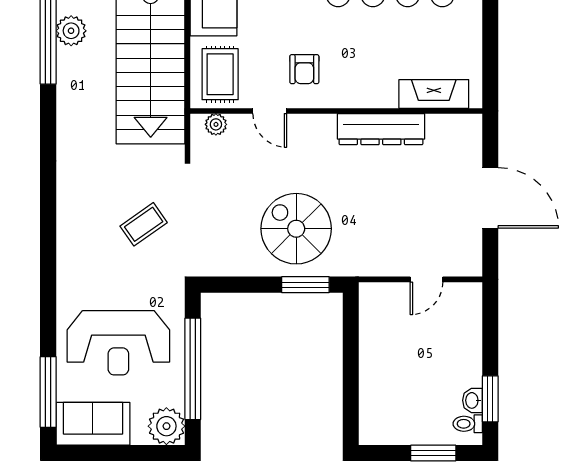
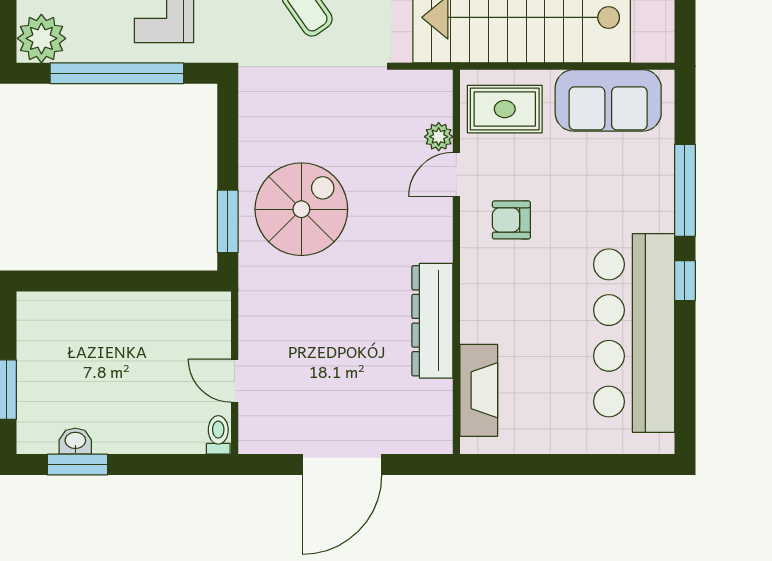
plant: (216, 124) -> (439, 137), moved
toilet: (468, 424) -> (218, 435), moved

